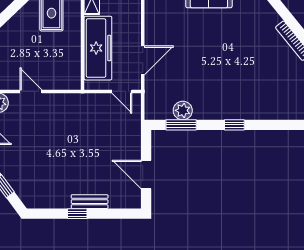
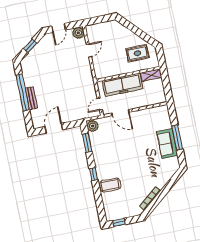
coffee table: (258, 101) -> (110, 185), added
plant: (183, 110) -> (93, 126), moved
window: (77, 214) -> (23, 92), width x3.17

